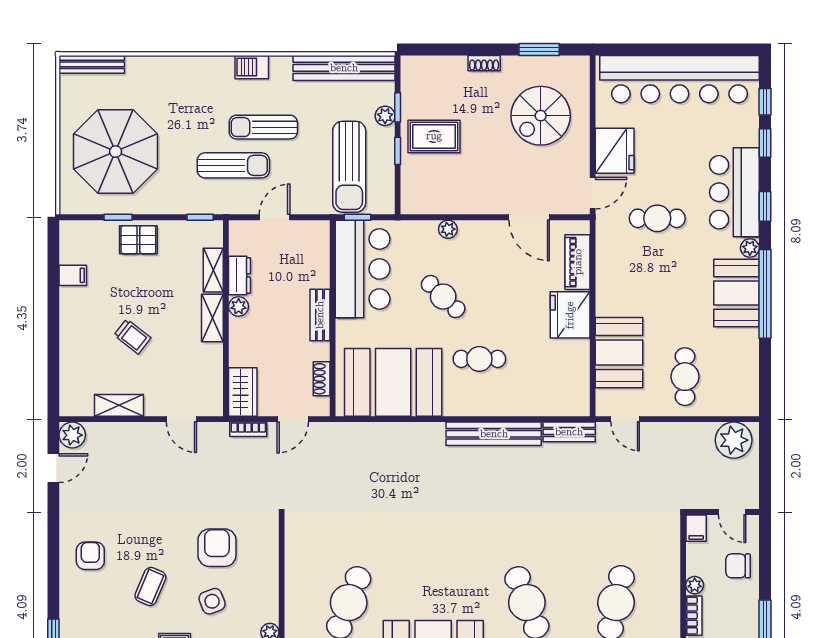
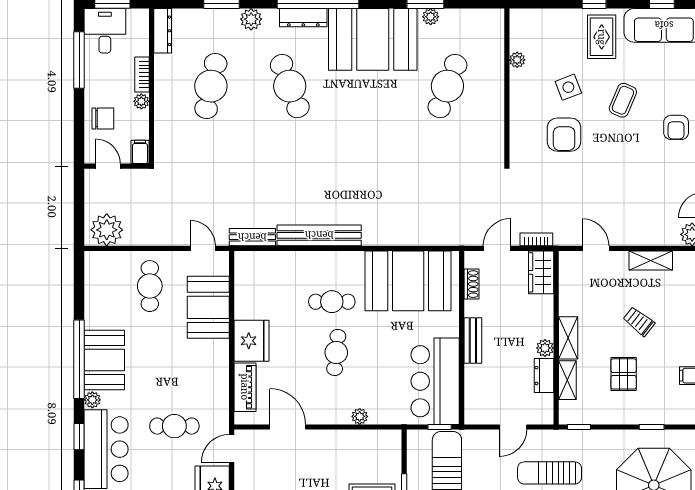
pallet: (138, 240) -> (624, 374), moved, turned 90
cafe table: (443, 297) -> (336, 352), moved, turned 52

